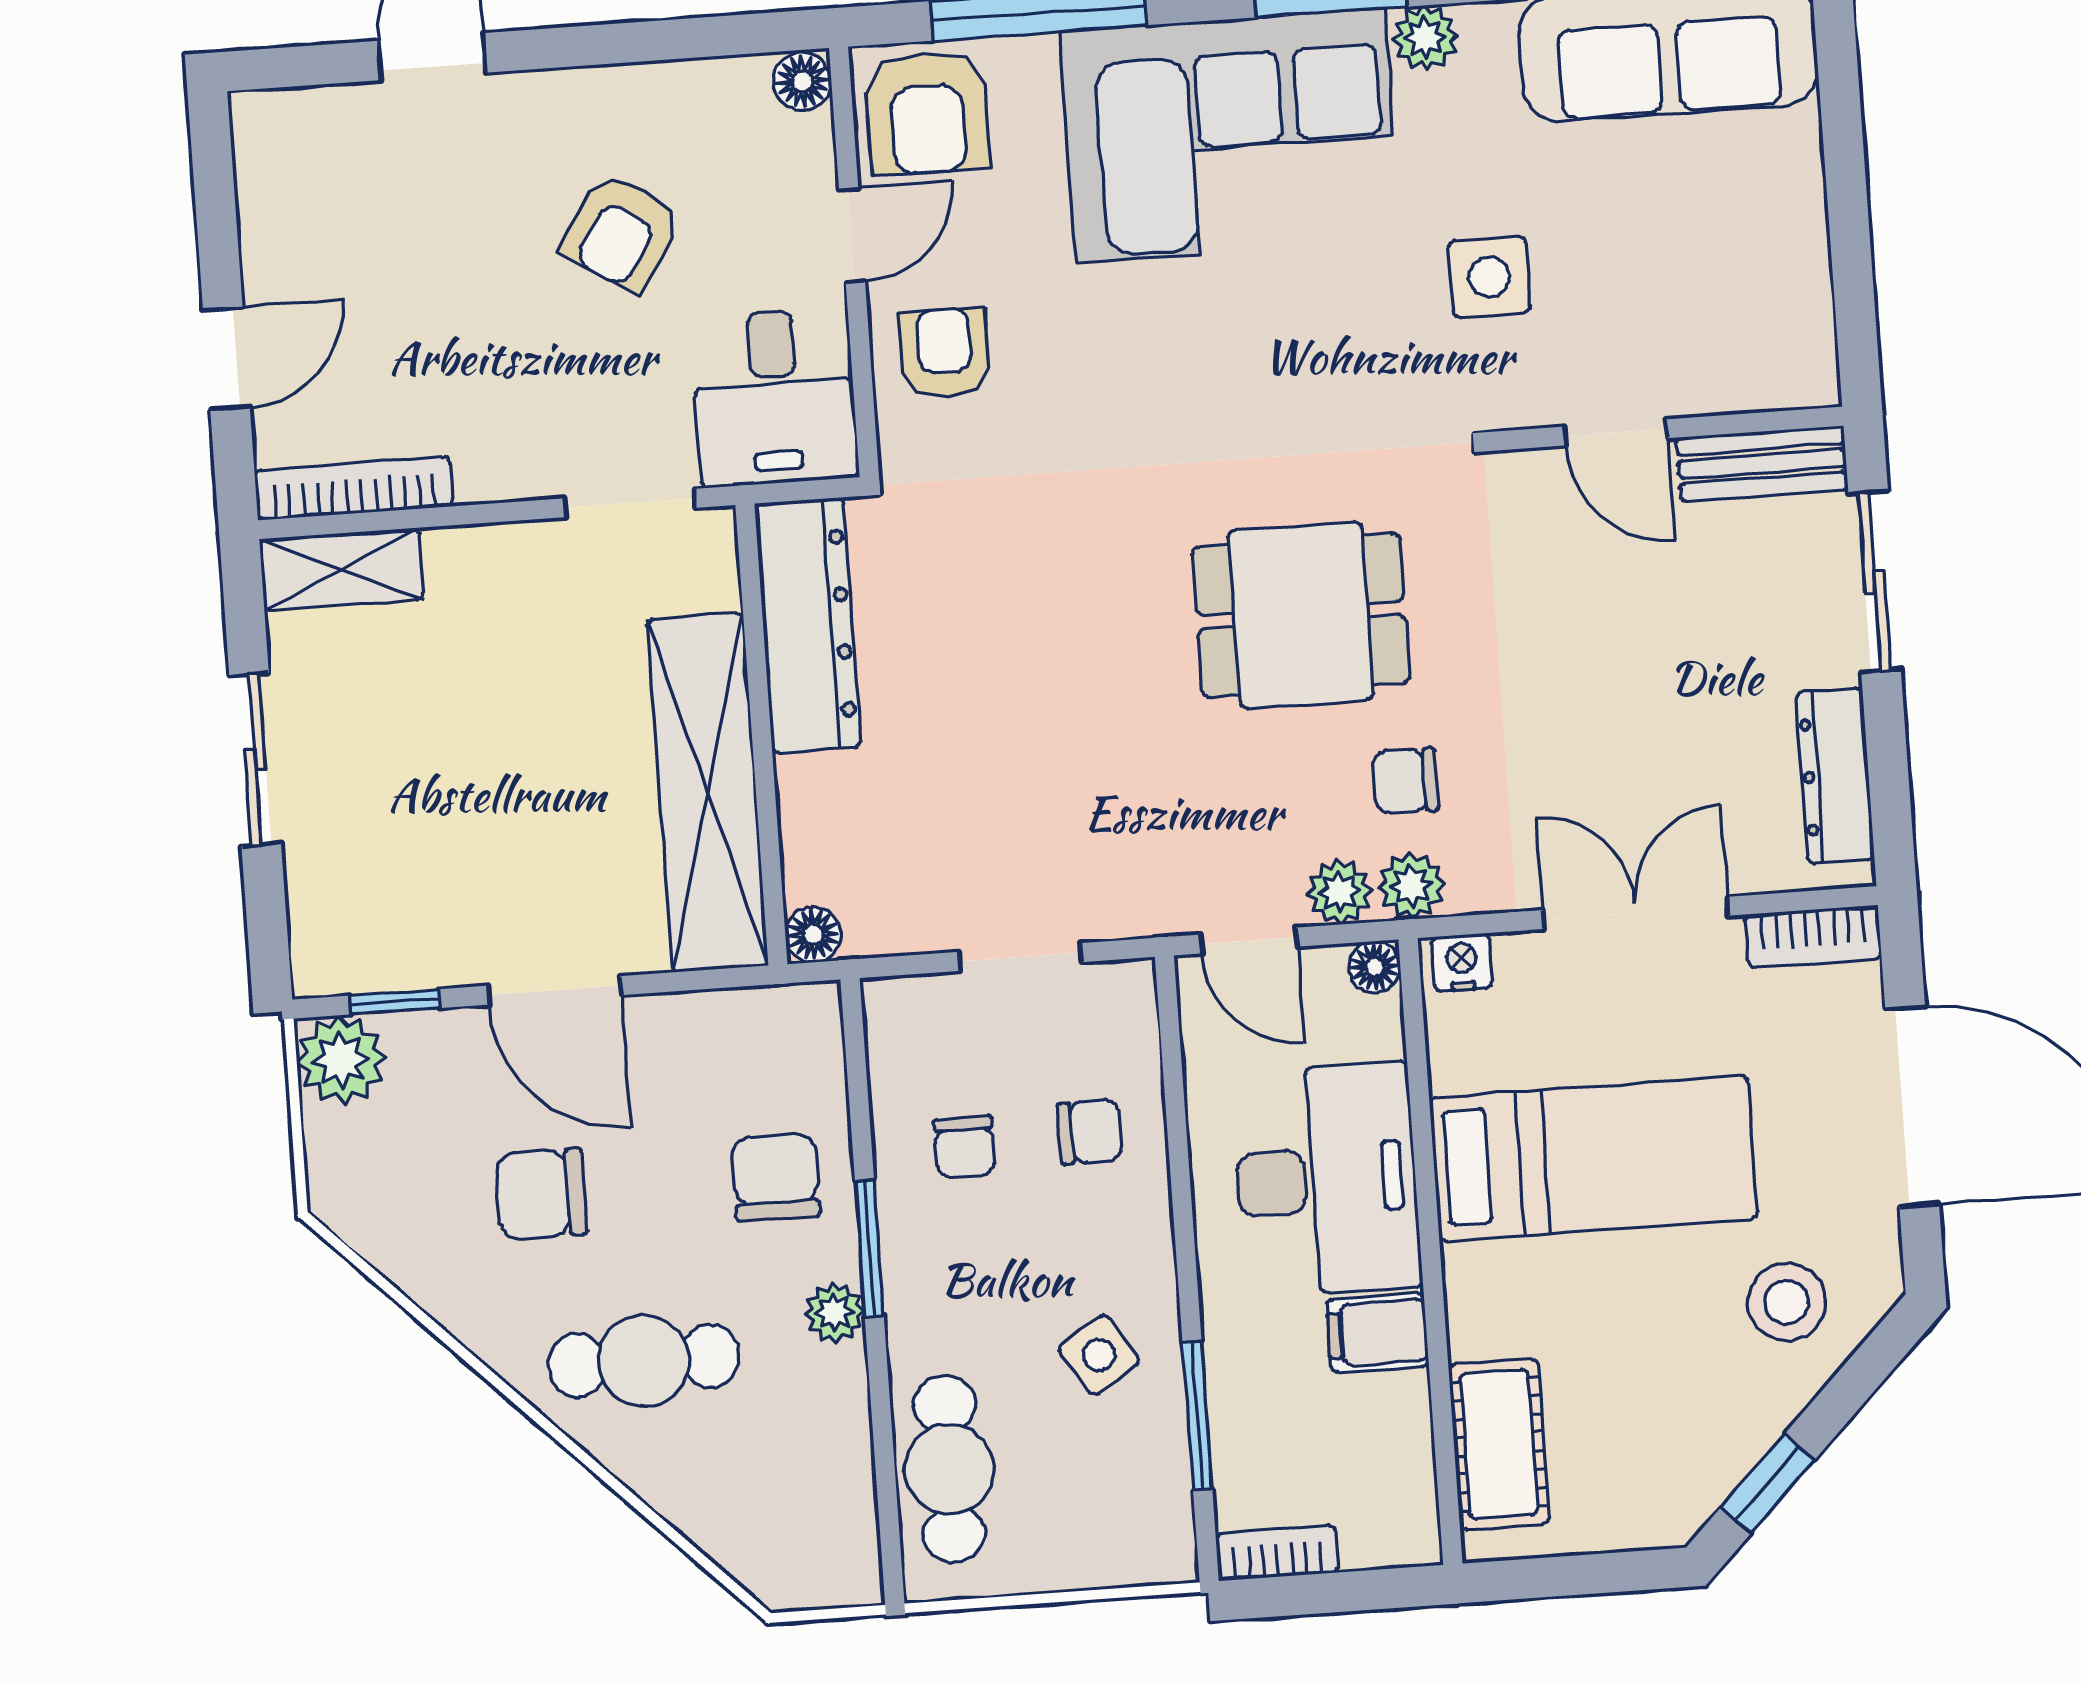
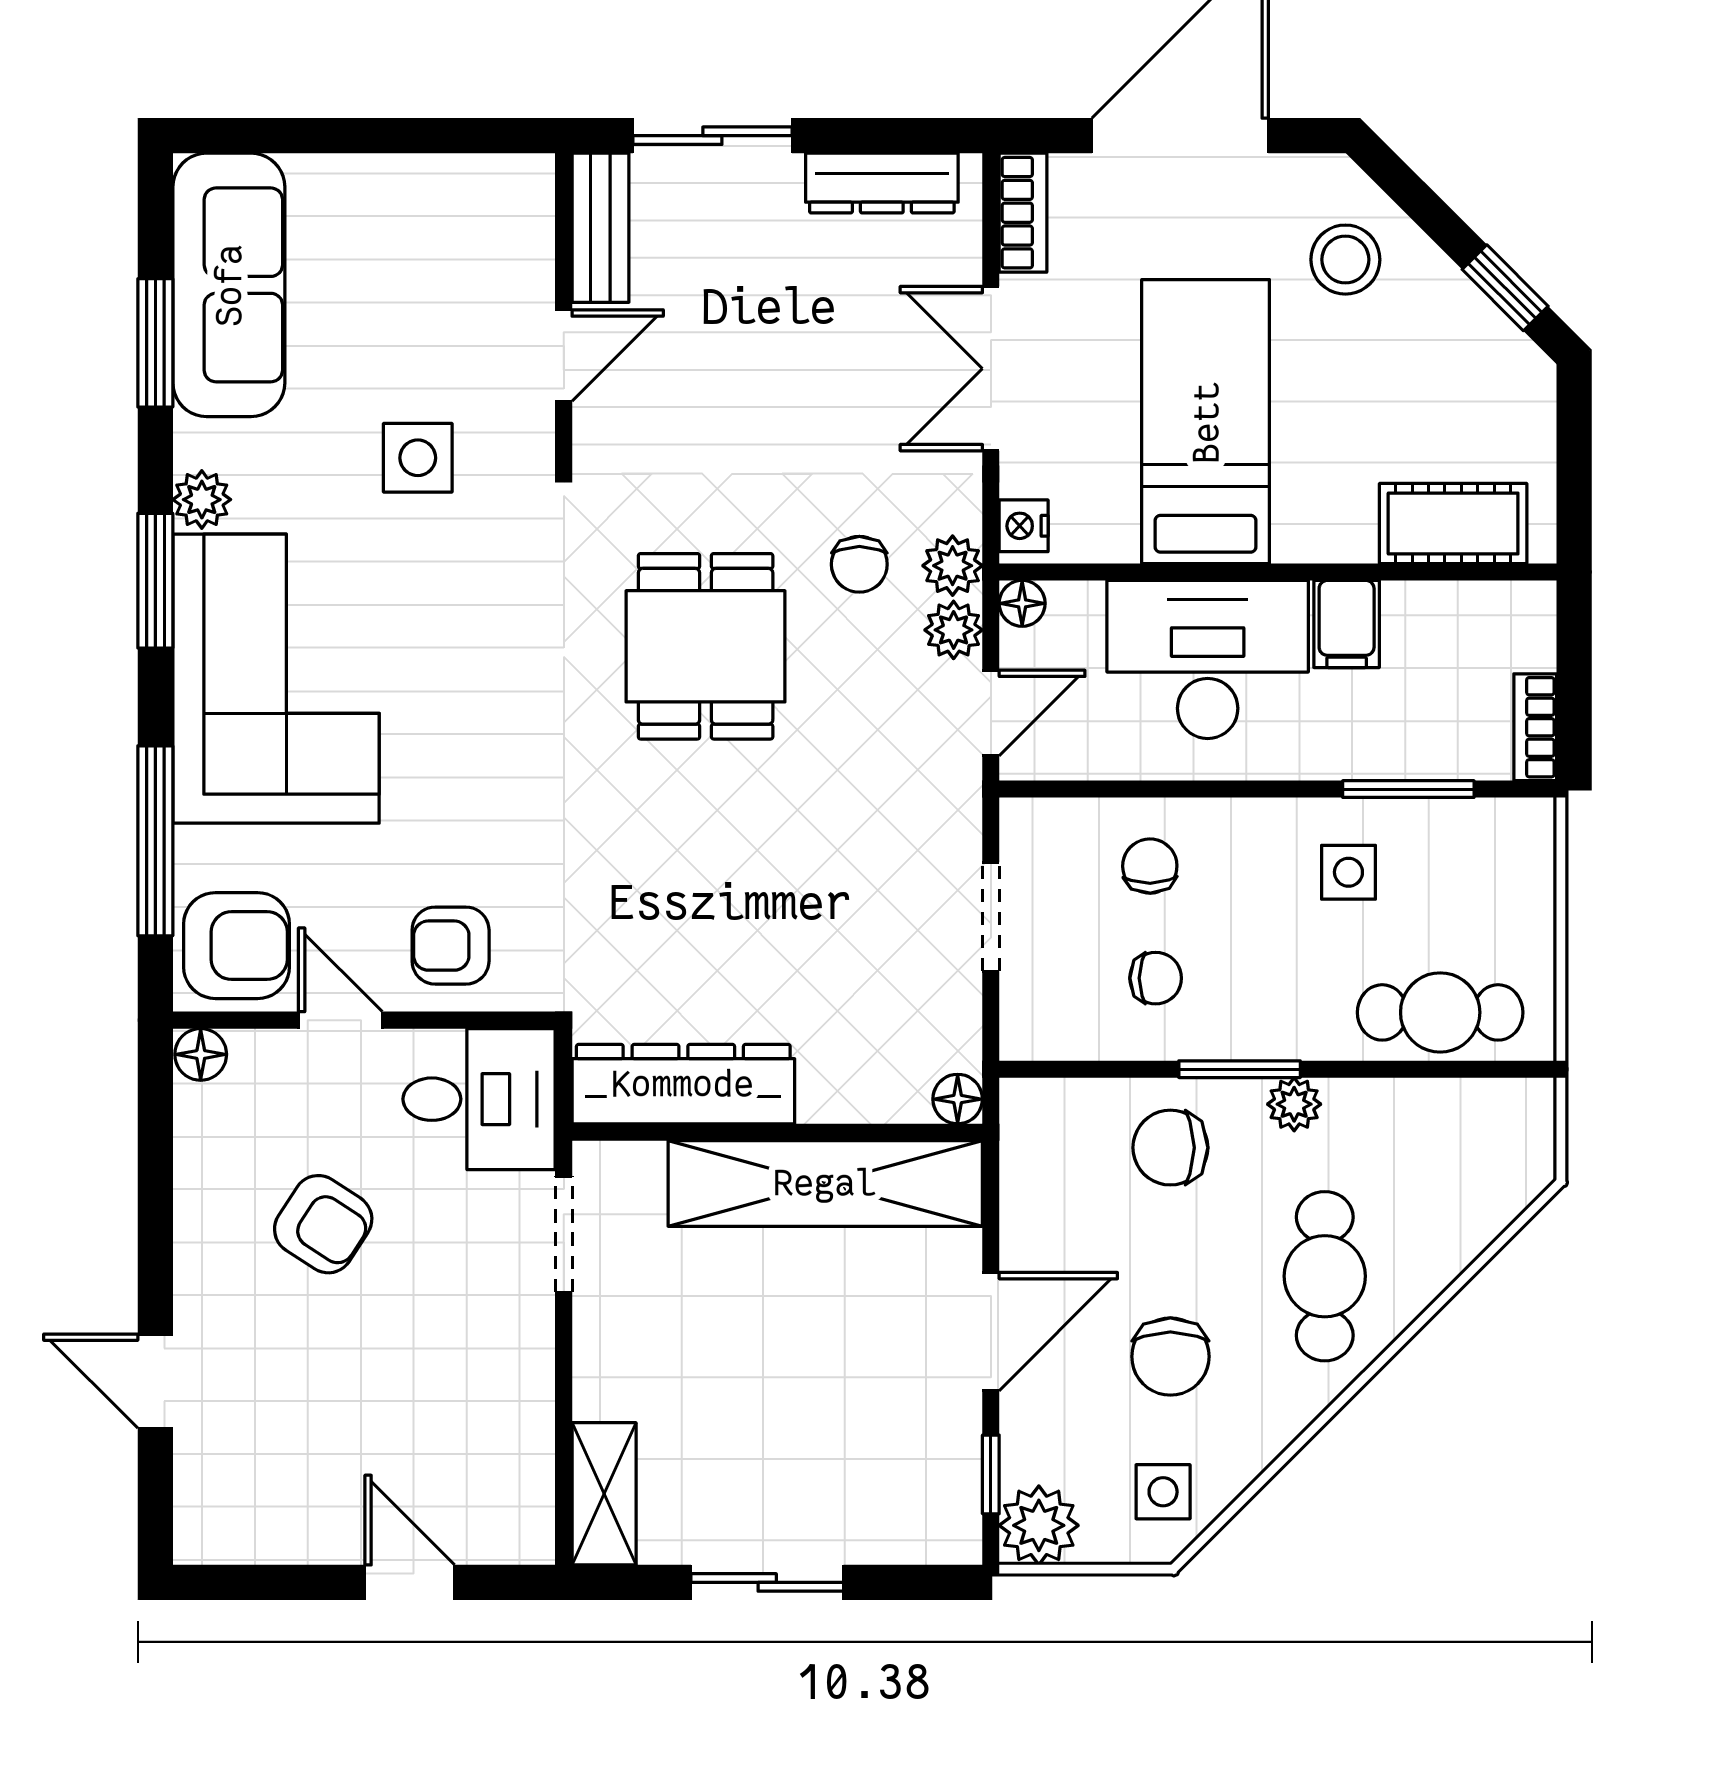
bookcase: (354, 488) -> (533, 1478), removed
side table: (389, 1197) -> (1163, 1492), added
side table: (1099, 1355) -> (1348, 872), turned 33

